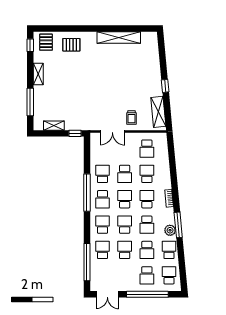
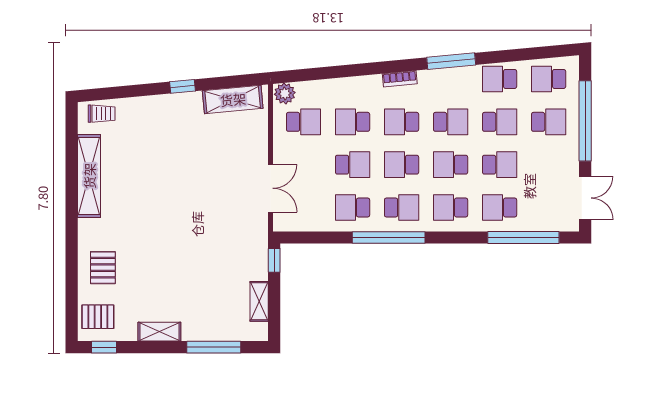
trolley: (131, 118) -> (102, 114), moved
plant: (170, 230) -> (285, 93), moved
school desk: (125, 250) -> (500, 165), turned 180

